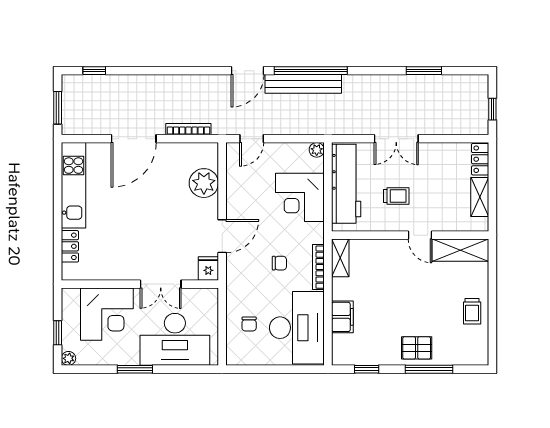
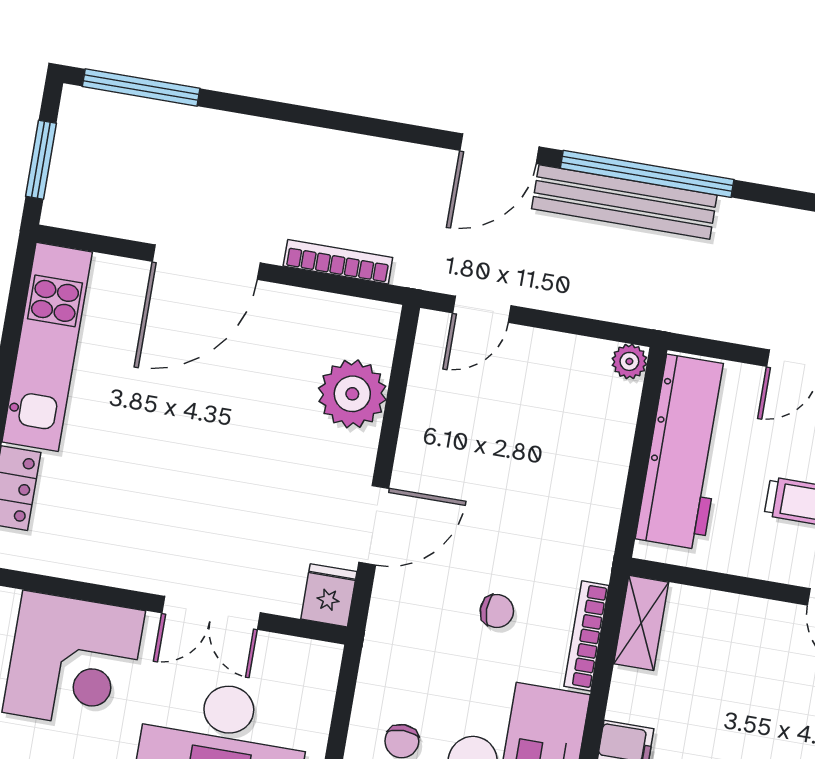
window: (94, 71) -> (141, 87), width x2.17
corner desk: (300, 197) -> (571, 466), removed

